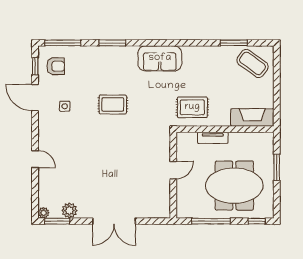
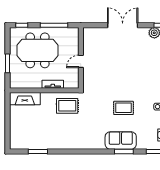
sofa: (160, 58) -> (121, 140), moved
coffee table: (253, 63) -> (25, 137), removed

